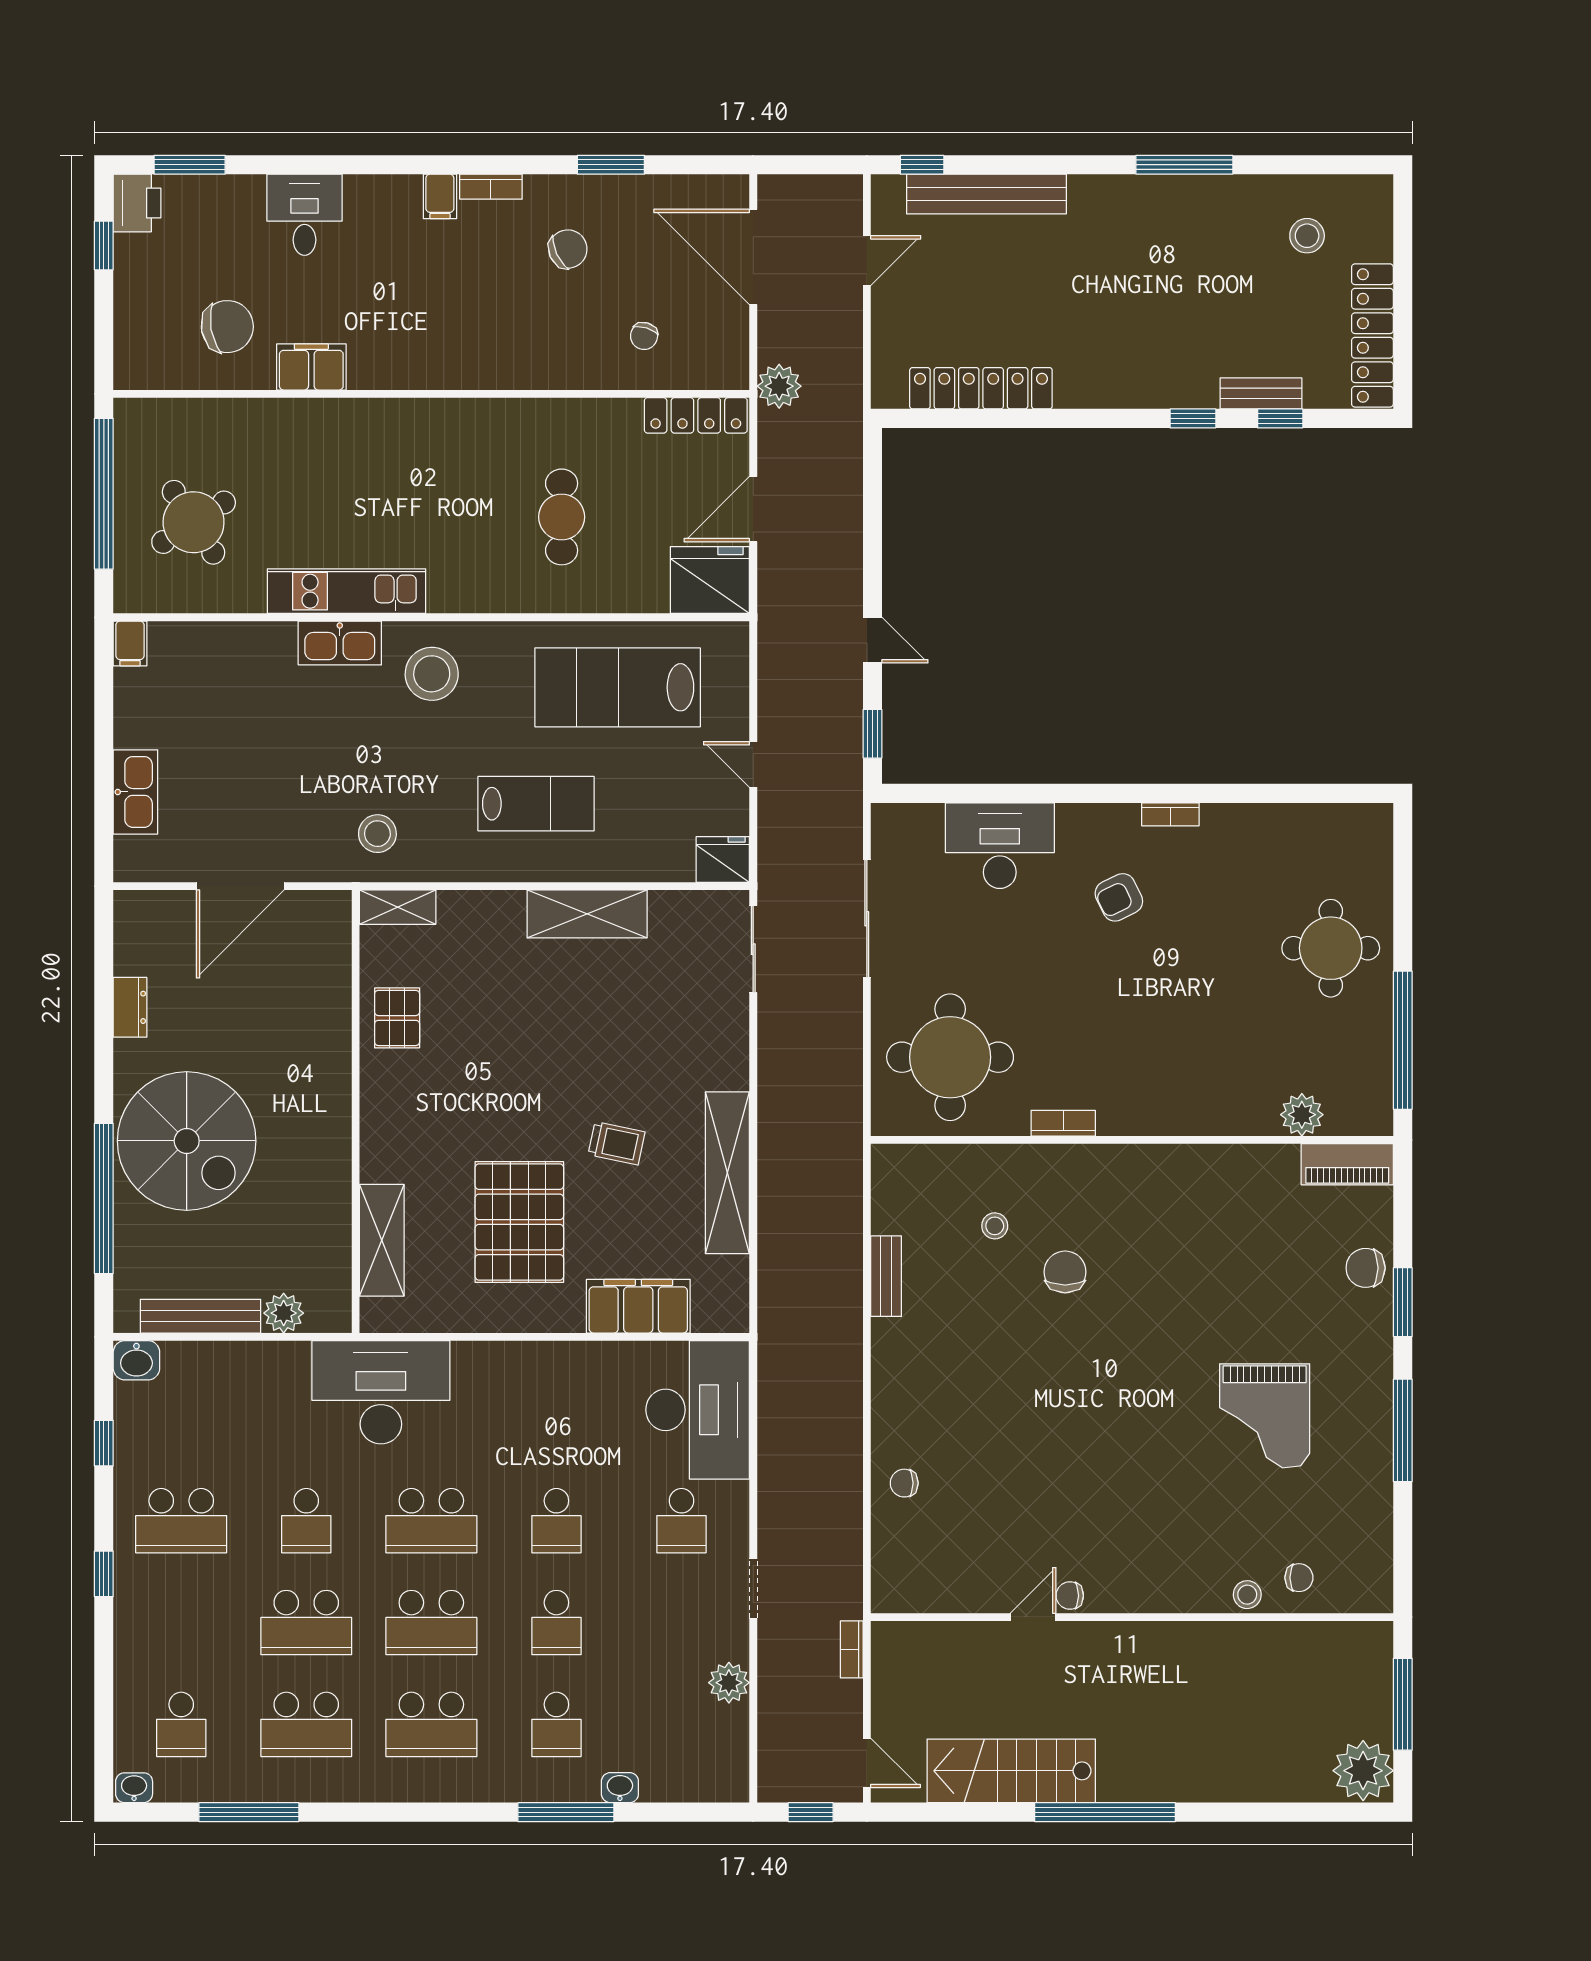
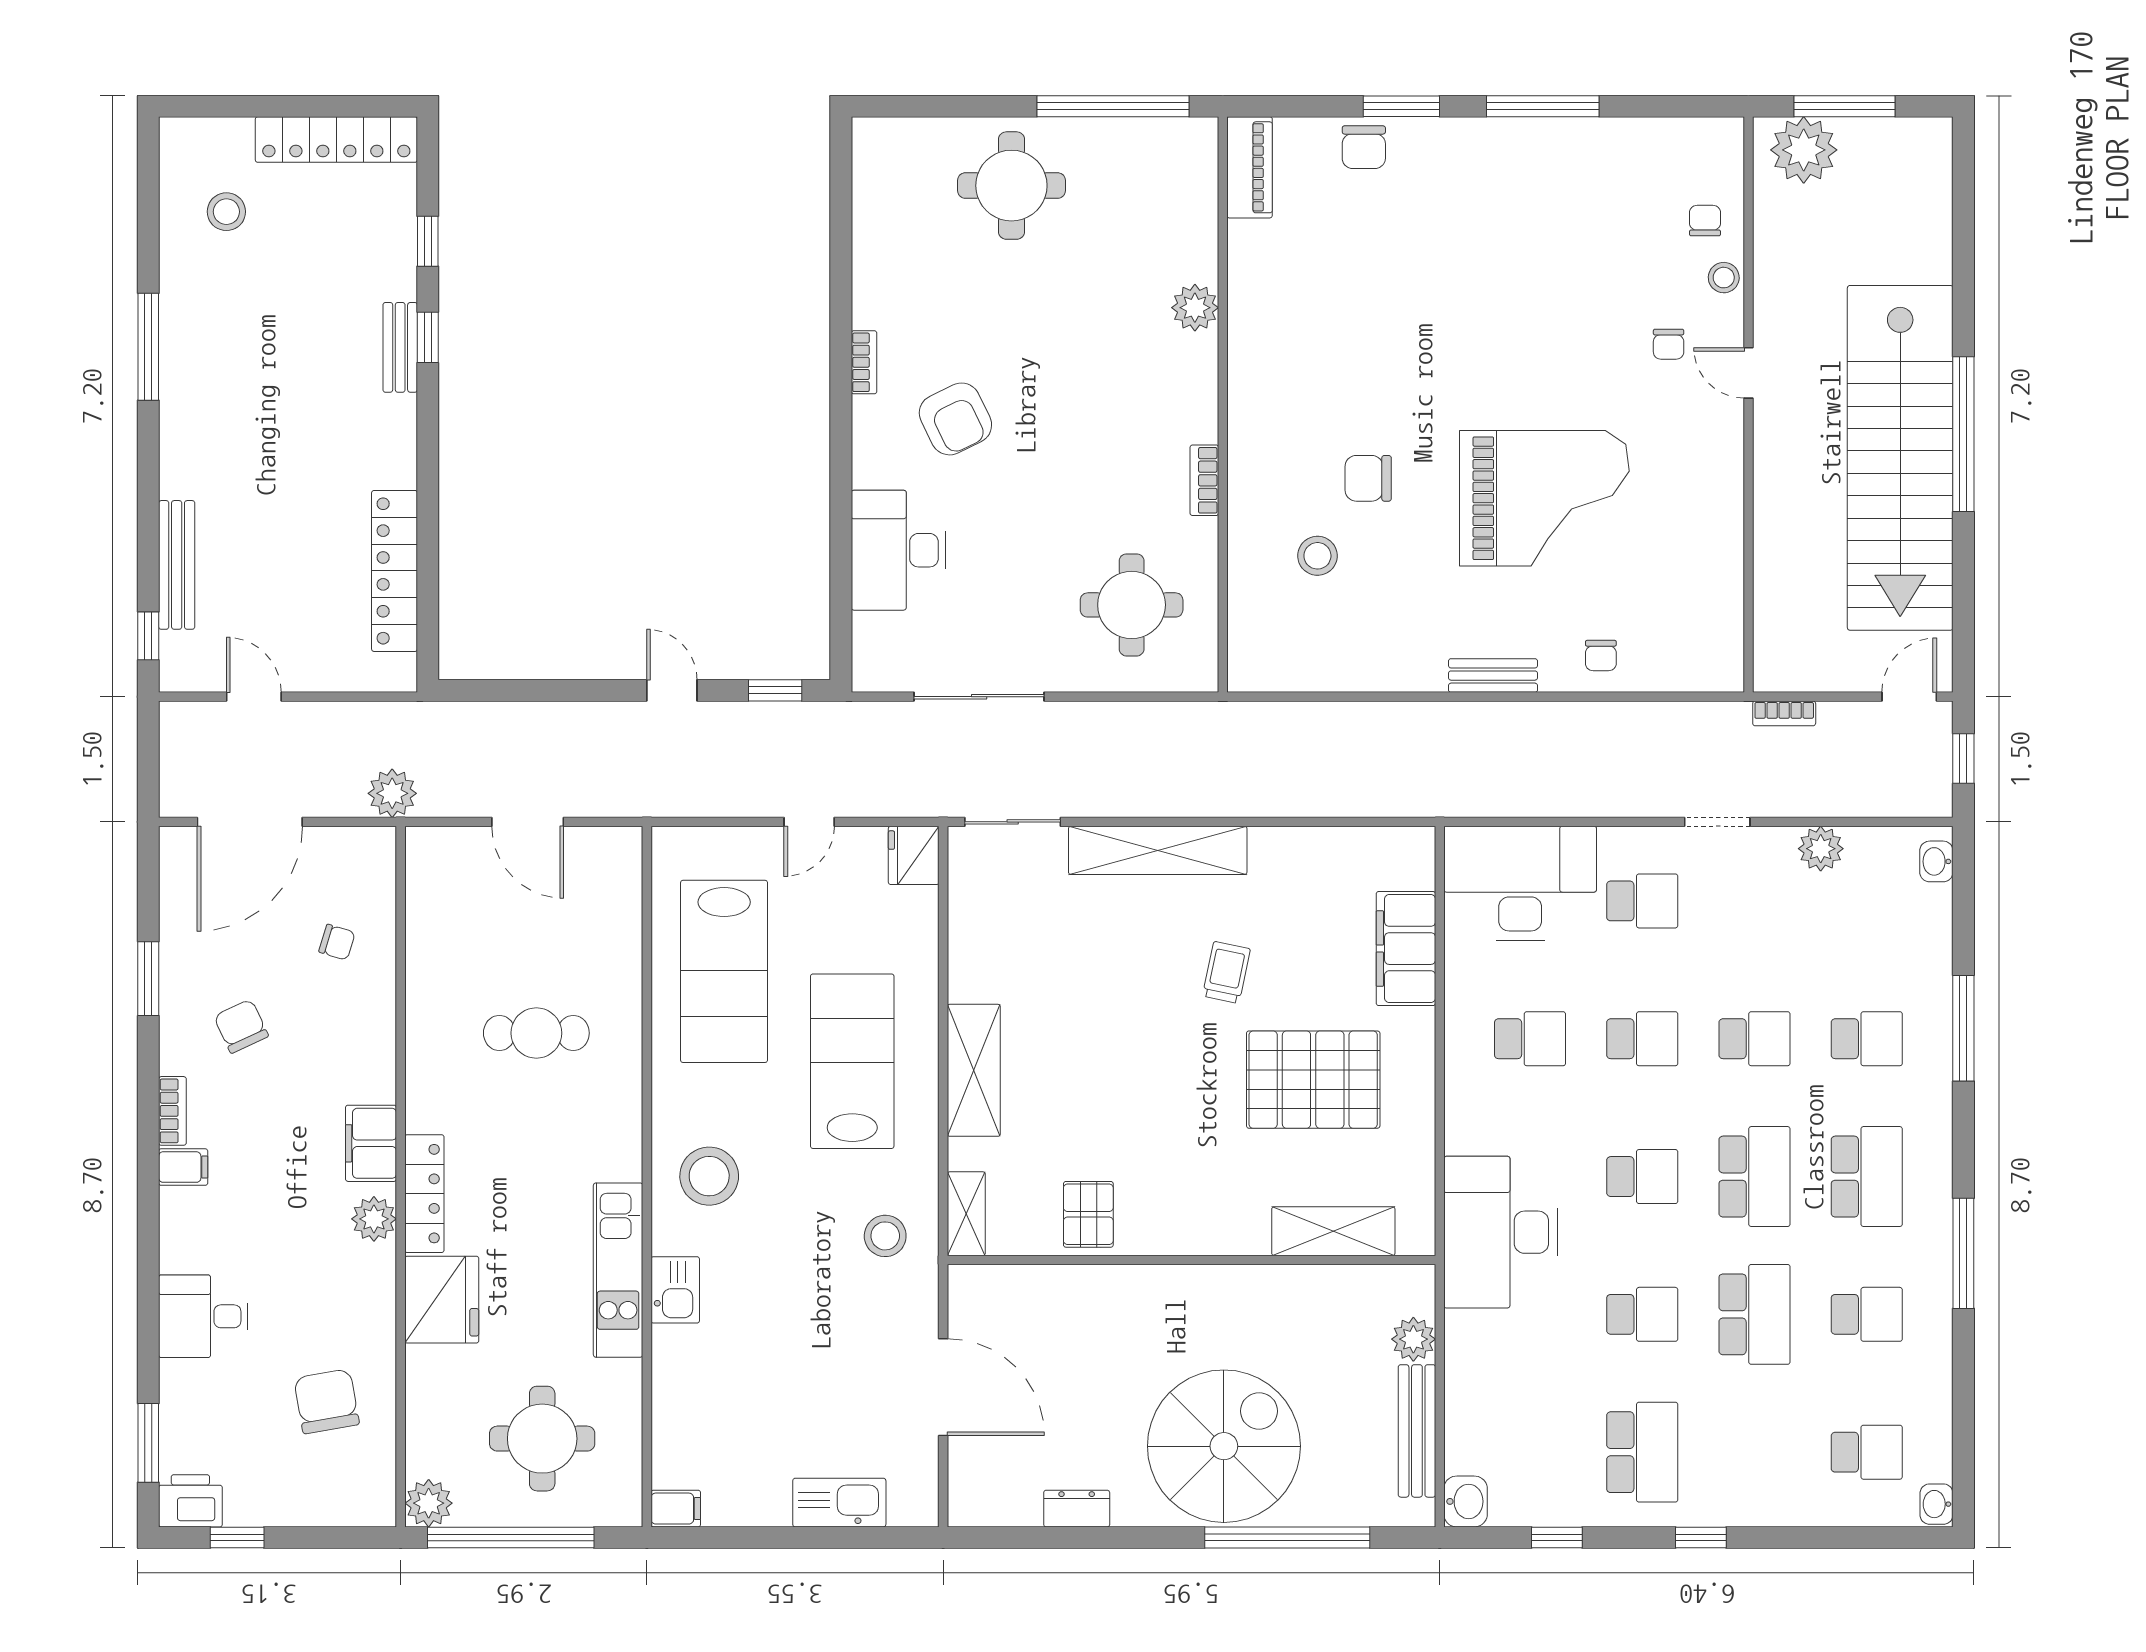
bench: (986, 194) -> (177, 565), width x0.73, depth x0.82
filing cabinet: (311, 367) -> (371, 1143), moved
plant: (393, 370) -> (374, 1219), added
bench: (1261, 393) -> (400, 347), moved
locker: (696, 415) -> (424, 1194), moved
plant: (135, 419) -> (429, 1503), added
round table: (194, 522) -> (542, 1439), turned 33
fridge: (710, 580) -> (442, 1300), moved, turned 180
door: (873, 640) -> (672, 690), hinge flipped
kitchen sink: (340, 643) -> (675, 1290), width x0.73
lab bench: (536, 804) -> (852, 1061), width x1.36, depth x1.39
armchair: (1119, 897) -> (955, 419), width x1.38, depth x1.38
shelving: (587, 914) -> (974, 1070), moved
pallet: (397, 1018) -> (1088, 1214), turned 90
round table: (950, 1057) -> (1132, 605), width x0.73, depth x0.73
plant: (1302, 1115) -> (1195, 308), moved
shelving: (727, 1173) -> (1158, 850), moved
stool: (995, 1226) -> (1317, 556), width x1.37, depth x1.37
bench: (886, 1276) -> (1493, 676), moved
grand piano: (1265, 1416) -> (1544, 498), moved, width x1.37, depth x1.48
school desk: (556, 1419) -> (1530, 1039), added
school desk: (431, 1521) -> (1642, 1177), width x0.54
chair: (1070, 1596) -> (1669, 344), moved
door: (1033, 1617) -> (1748, 373), moved
school desk: (306, 1724) -> (1867, 1314), width x0.54
stairs: (1011, 1771) -> (1900, 458), width x1.86, depth x1.51
plant: (1363, 1771) -> (1804, 150), moved
washbasin: (620, 1788) -> (1936, 861), moved
window: (249, 1812) -> (1963, 1253), moved

